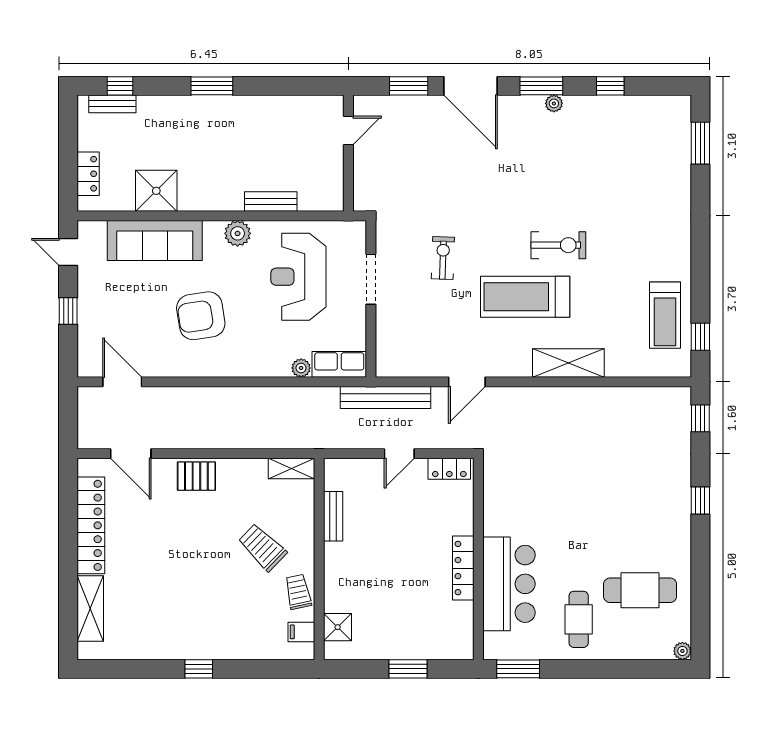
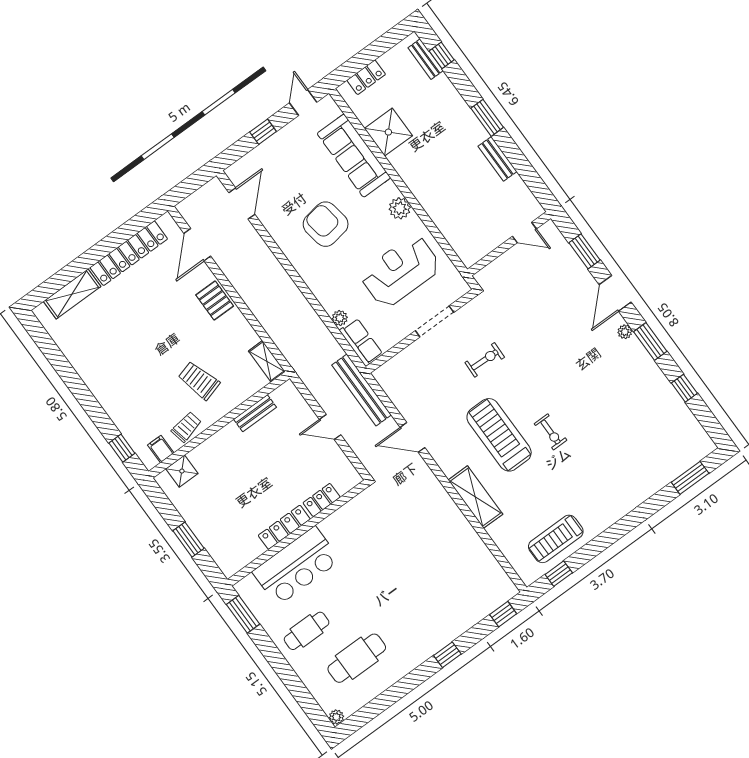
door: (470, 86) -> (615, 293), width x0.73
plant: (554, 103) -> (625, 332), moved
bench: (271, 201) -> (497, 159), moved
exercise bike: (558, 245) -> (551, 432), width x0.73, depth x0.72
locker: (449, 469) -> (322, 500), moved, turned 90
trolley: (262, 547) -> (199, 381), turned -60
cafe table: (640, 590) -> (357, 658), turned 90
window: (199, 669) -> (122, 448), moved

